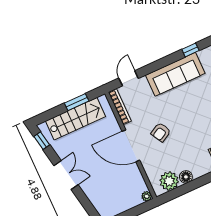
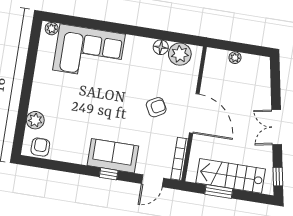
window: (190, 50) -> (109, 174), moved
sofa: (175, 74) -> (113, 156), width x0.73
plant: (147, 196) -> (235, 58), moved

